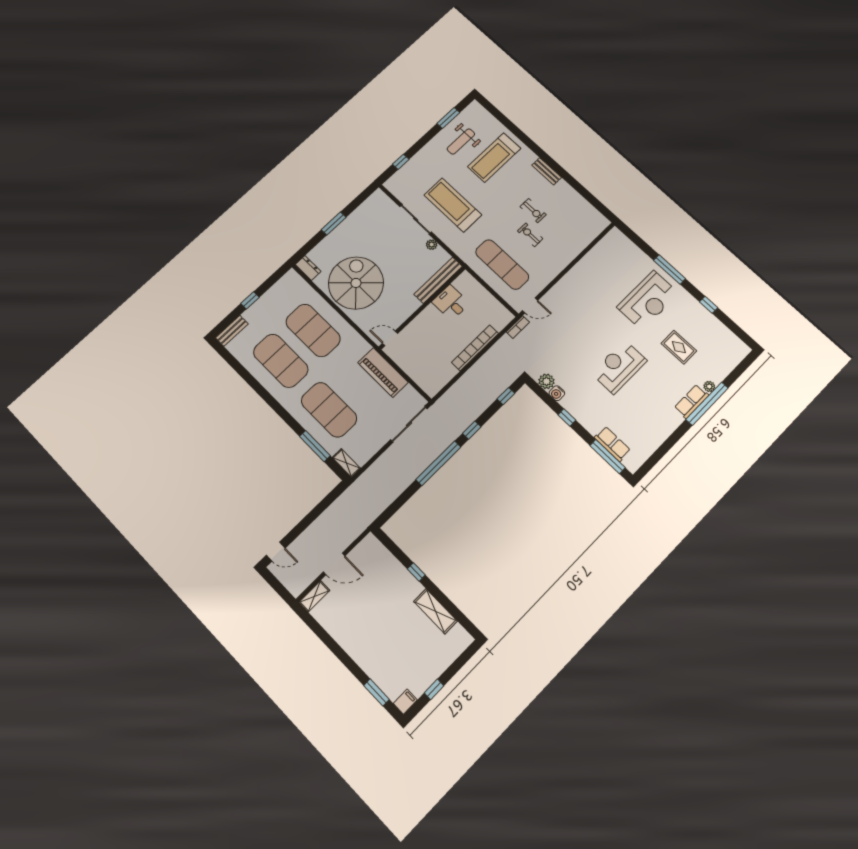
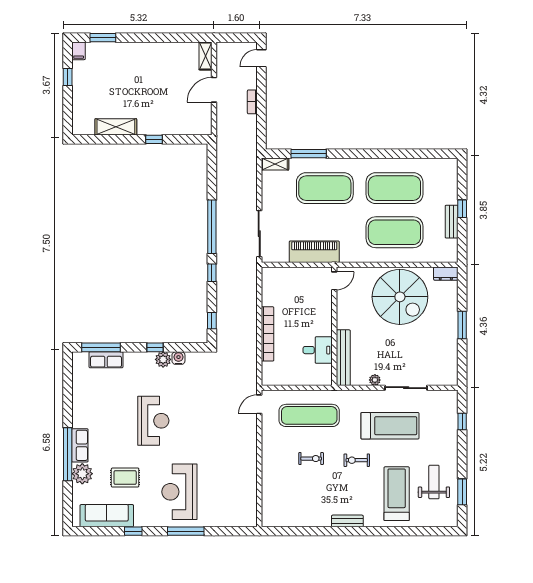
exercise bike: (533, 211) -> (357, 460), moved
bookcase: (518, 327) -> (252, 102), moved
bench: (232, 331) -> (452, 222), moved
sofa: (718, 333) -> (107, 516), added
plant: (546, 381) -> (163, 359), moved
plant: (709, 386) -> (82, 474), width x1.87, depth x1.87

